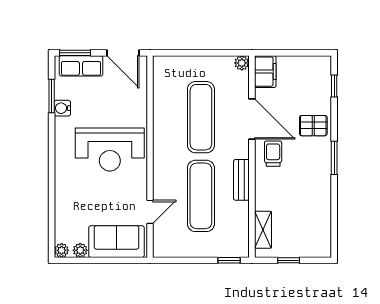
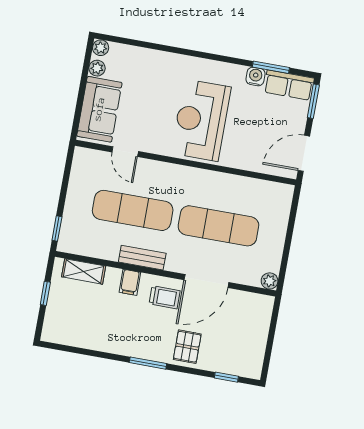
row of seats: (81, 66) -> (289, 85), moved, turned -90
filing cabinet: (265, 72) -> (130, 282), moved, width x0.50

